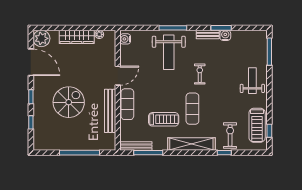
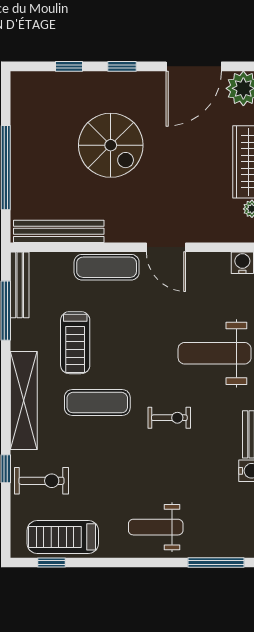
weight bench: (252, 81) -> (156, 527), turned 180
bench: (110, 111) -> (59, 231), moved

